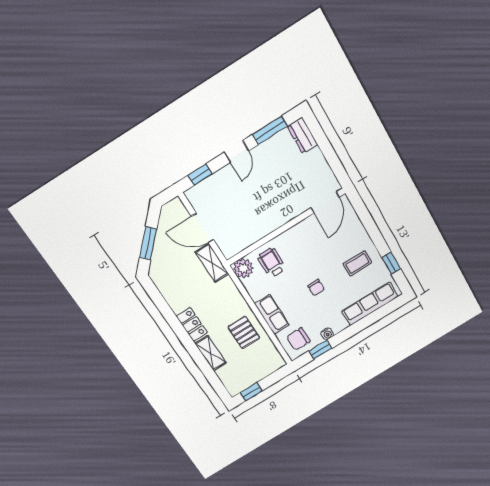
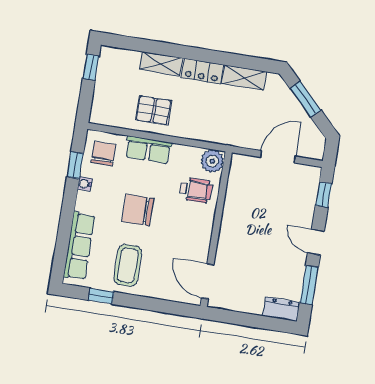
shelving: (212, 263) -> (244, 78), moved
coffee table: (357, 263) -> (128, 265), width x1.36, depth x1.30
chair: (316, 288) -> (138, 210), width x1.87, depth x1.87

